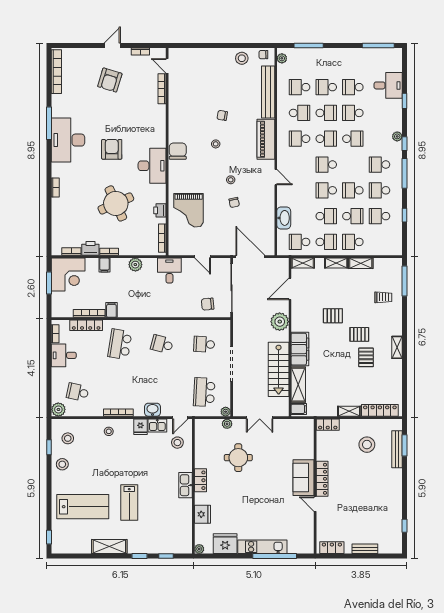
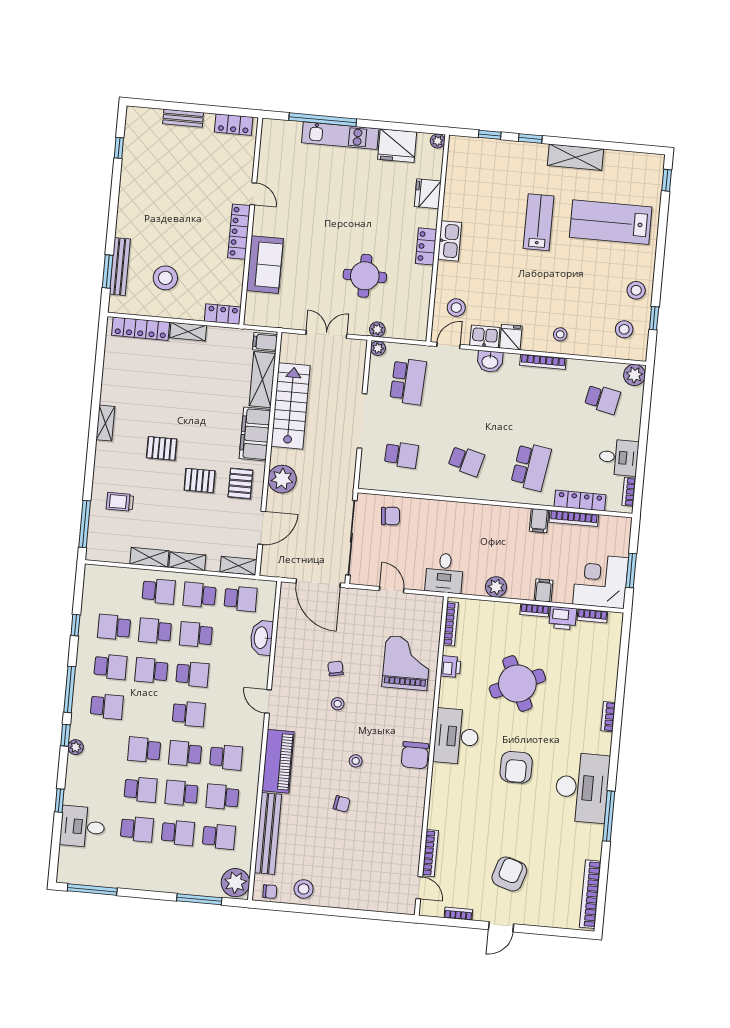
plant: (282, 58) -> (235, 883), width x1.87, depth x1.87
school desk: (353, 190) -> (151, 671), turned 180
school desk: (380, 216) -> (114, 627), turned 180
pallet: (366, 357) -> (240, 483), moved
sofa: (304, 478) -> (265, 265), moved

